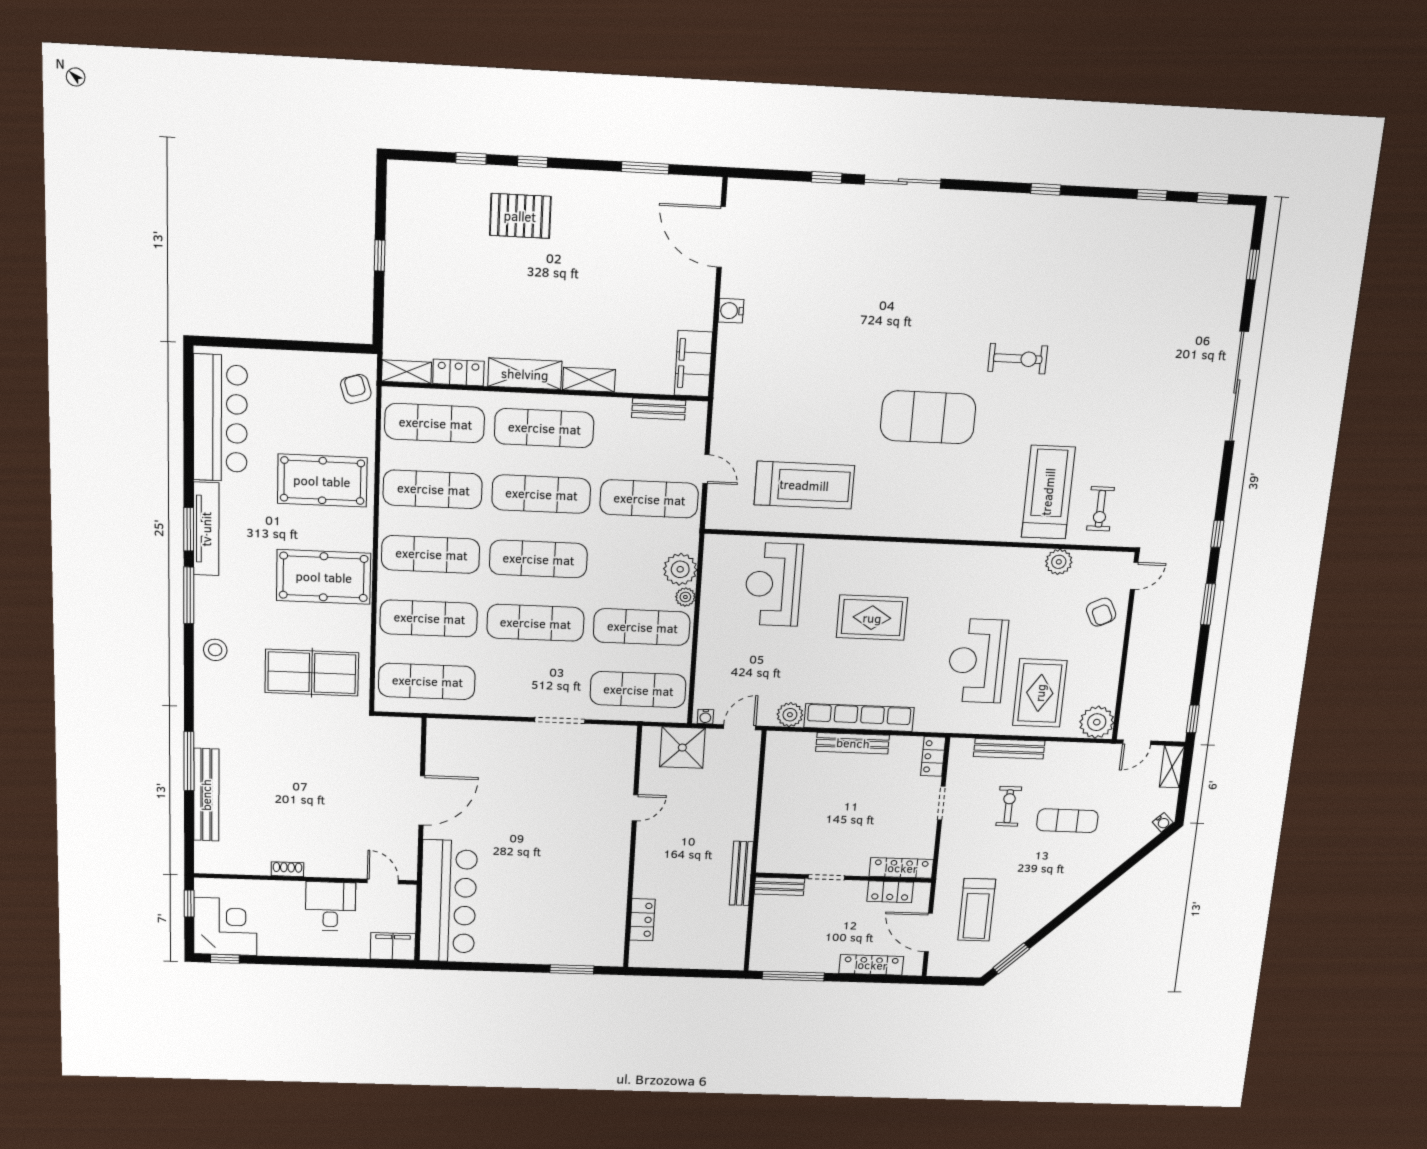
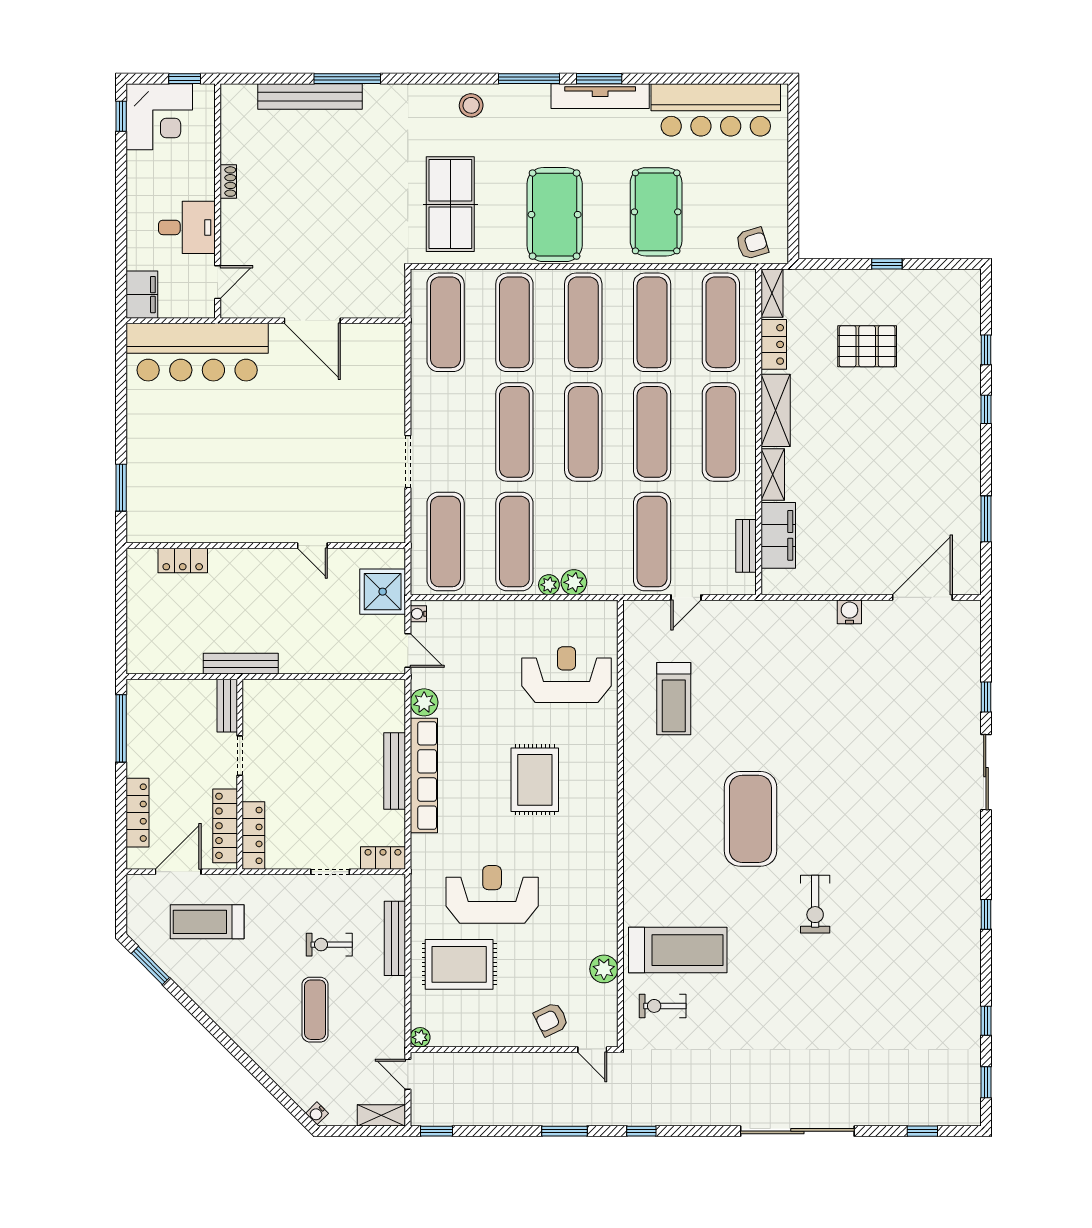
pallet: (520, 216) -> (867, 346), moved, turned 90
filing cabinet: (693, 364) -> (778, 535), moved, turned 90
treadmill: (804, 485) -> (674, 699), width x0.73, depth x0.73
plant: (680, 569) -> (574, 582), width x0.73, depth x0.73
plant: (1097, 722) -> (420, 1037), width x0.53, depth x0.53
exercise bike: (1009, 806) -> (329, 945), turned 180
locker: (890, 892) -> (225, 826), width x1.53

